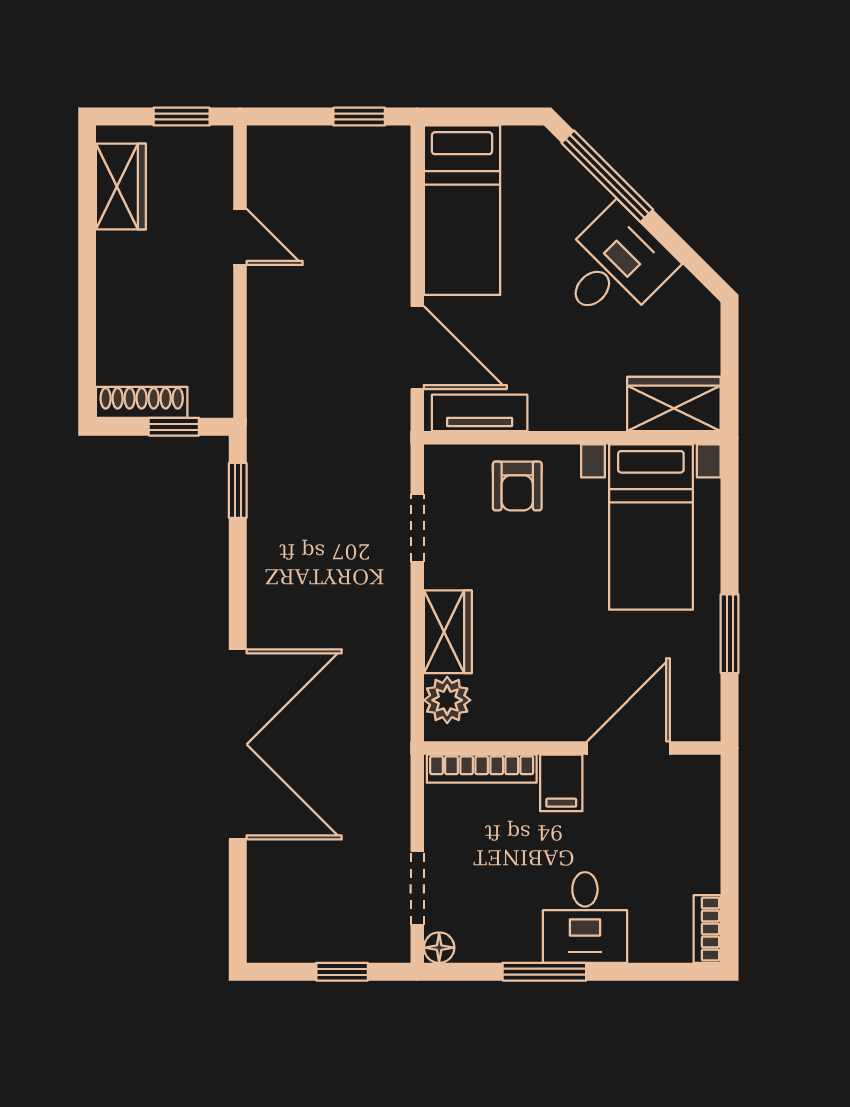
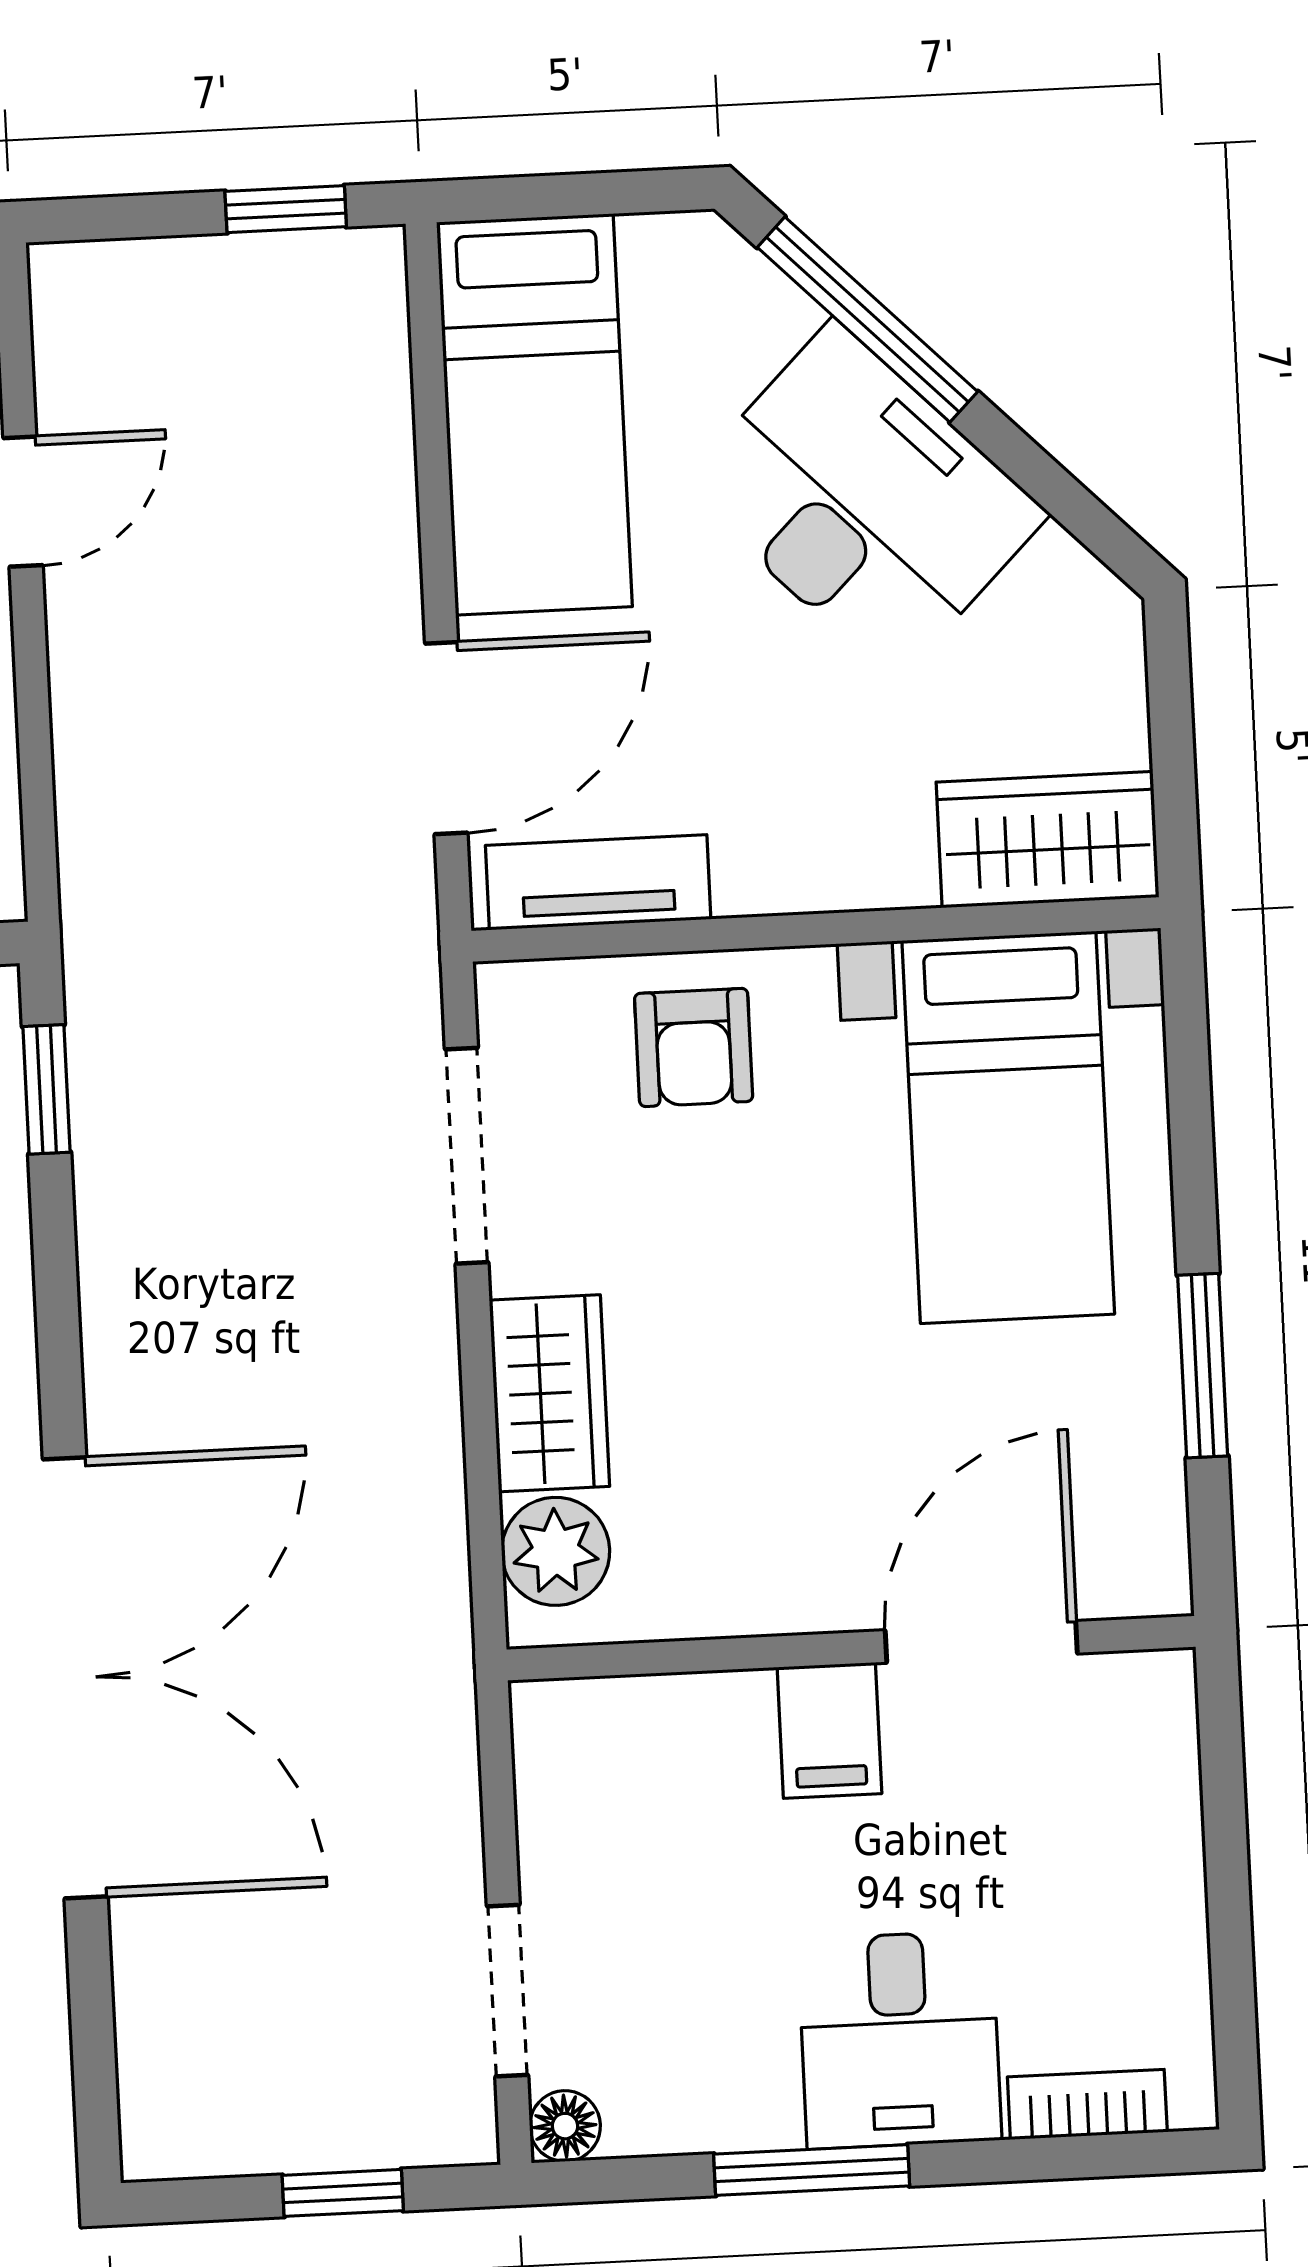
door: (240, 237) -> (23, 502), hinge flipped
desk: (614, 267) -> (864, 501), width x1.37
door: (417, 348) -> (446, 738), hinge flipped
doorway: (417, 528) -> (467, 1156), width x1.38
bookcase: (482, 769) -> (643, 1706), removed
bookcase: (707, 929) -> (1087, 2104), moved, turned 90

